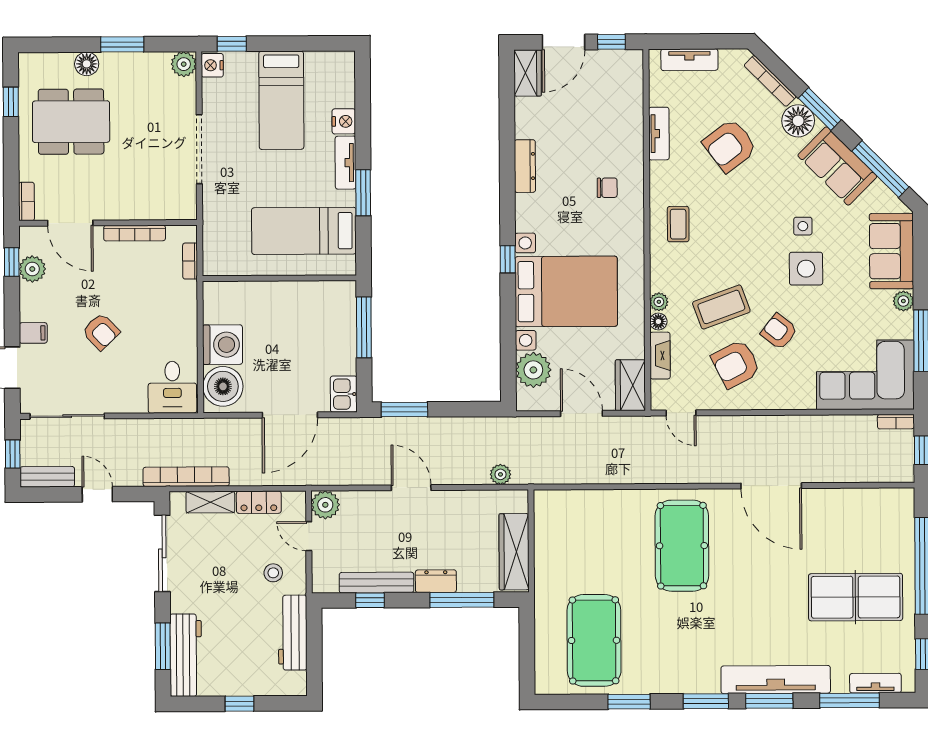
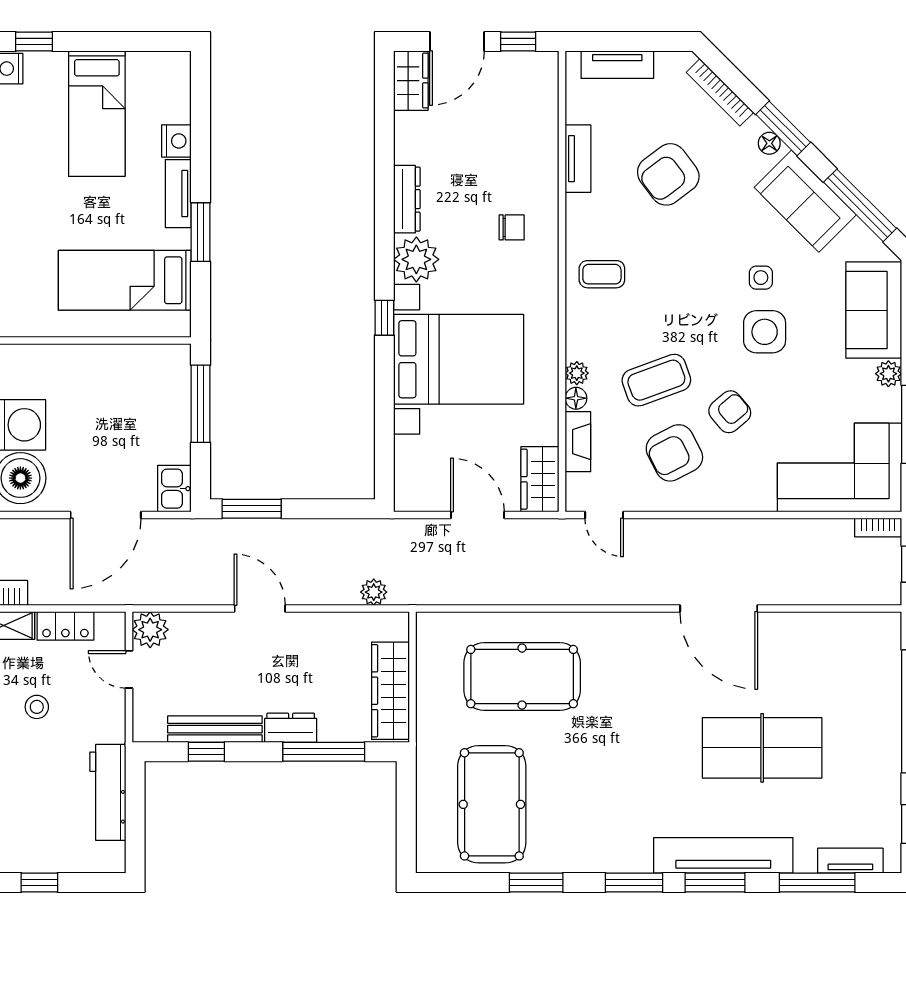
floor lamp: (798, 121) -> (769, 143), width x0.53, depth x0.53
coffee table: (678, 224) -> (602, 274), turned 90
armchair: (779, 332) -> (730, 412), turned 102
plant: (533, 370) -> (416, 259), moved
pool table: (682, 546) -> (522, 677), moved, turned 90
stool: (273, 573) -> (37, 707), moved
table tennis table: (856, 597) -> (762, 748), moved

